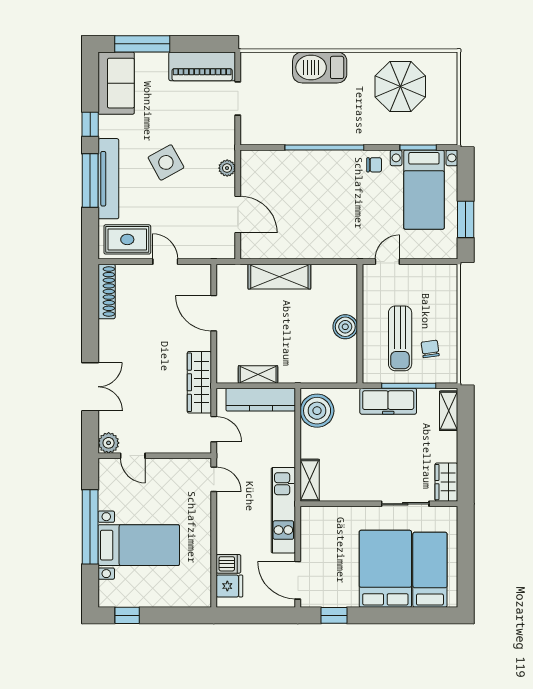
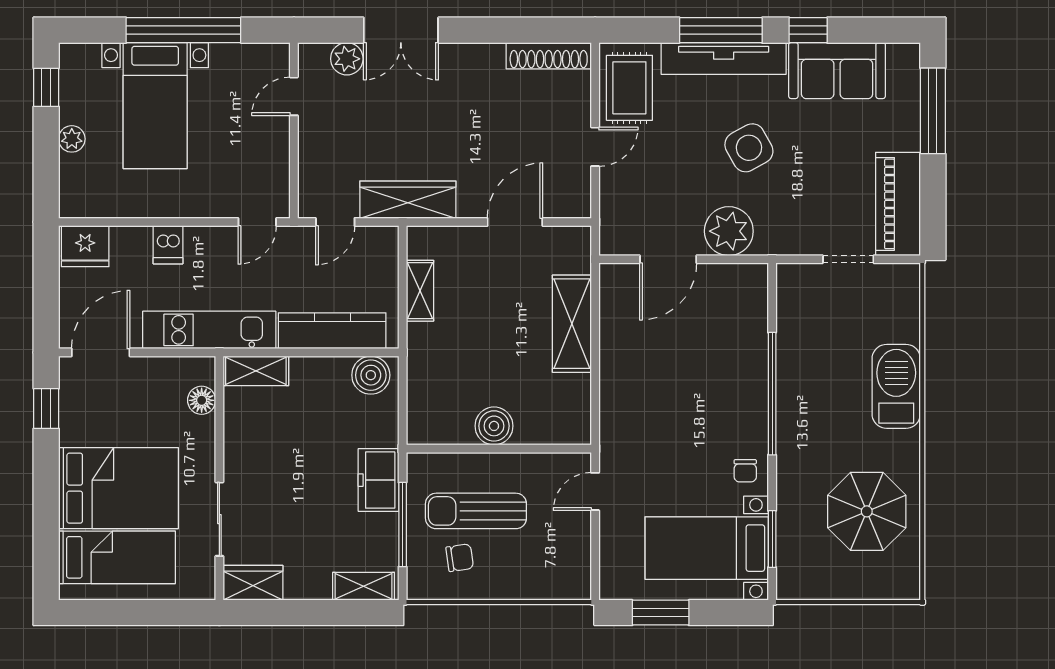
sofa: (116, 83) -> (837, 71), moved
plant: (227, 168) -> (729, 231), width x1.87, depth x1.87
door: (387, 262) -> (595, 491), swing flipped
kitchen counter: (261, 400) -> (332, 331), moved, turned 90
freezer: (388, 401) -> (379, 480), width x0.71
boiler: (317, 411) -> (371, 375), width x0.73, depth x0.73
plant: (109, 443) -> (347, 59), moved
floor lamp: (329, 515) -> (202, 400), added
dishwasher: (228, 564) -> (168, 245), moved
fridge: (229, 586) -> (85, 246), width x1.38
plant: (160, 599) -> (72, 139), added

